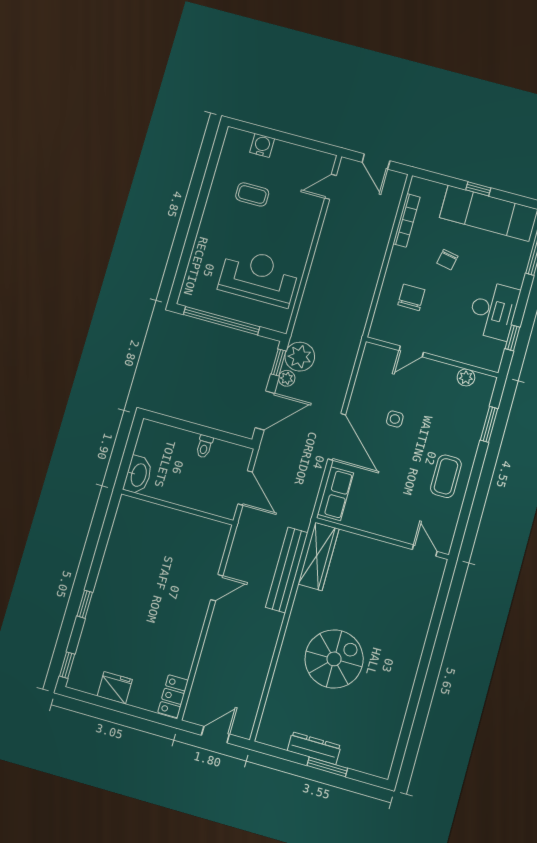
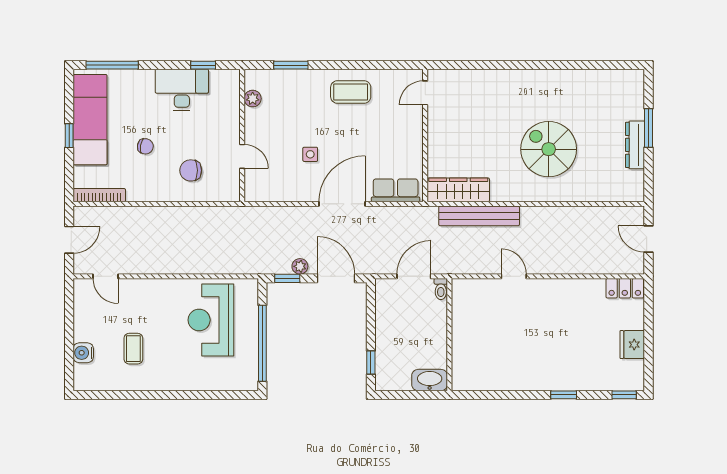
bookcase: (407, 220) -> (99, 195), moved
plant: (300, 357) -> (276, 260), removed
window: (172, 422) -> (371, 362), added
toilet: (204, 446) -> (441, 289), moved, turned 90

